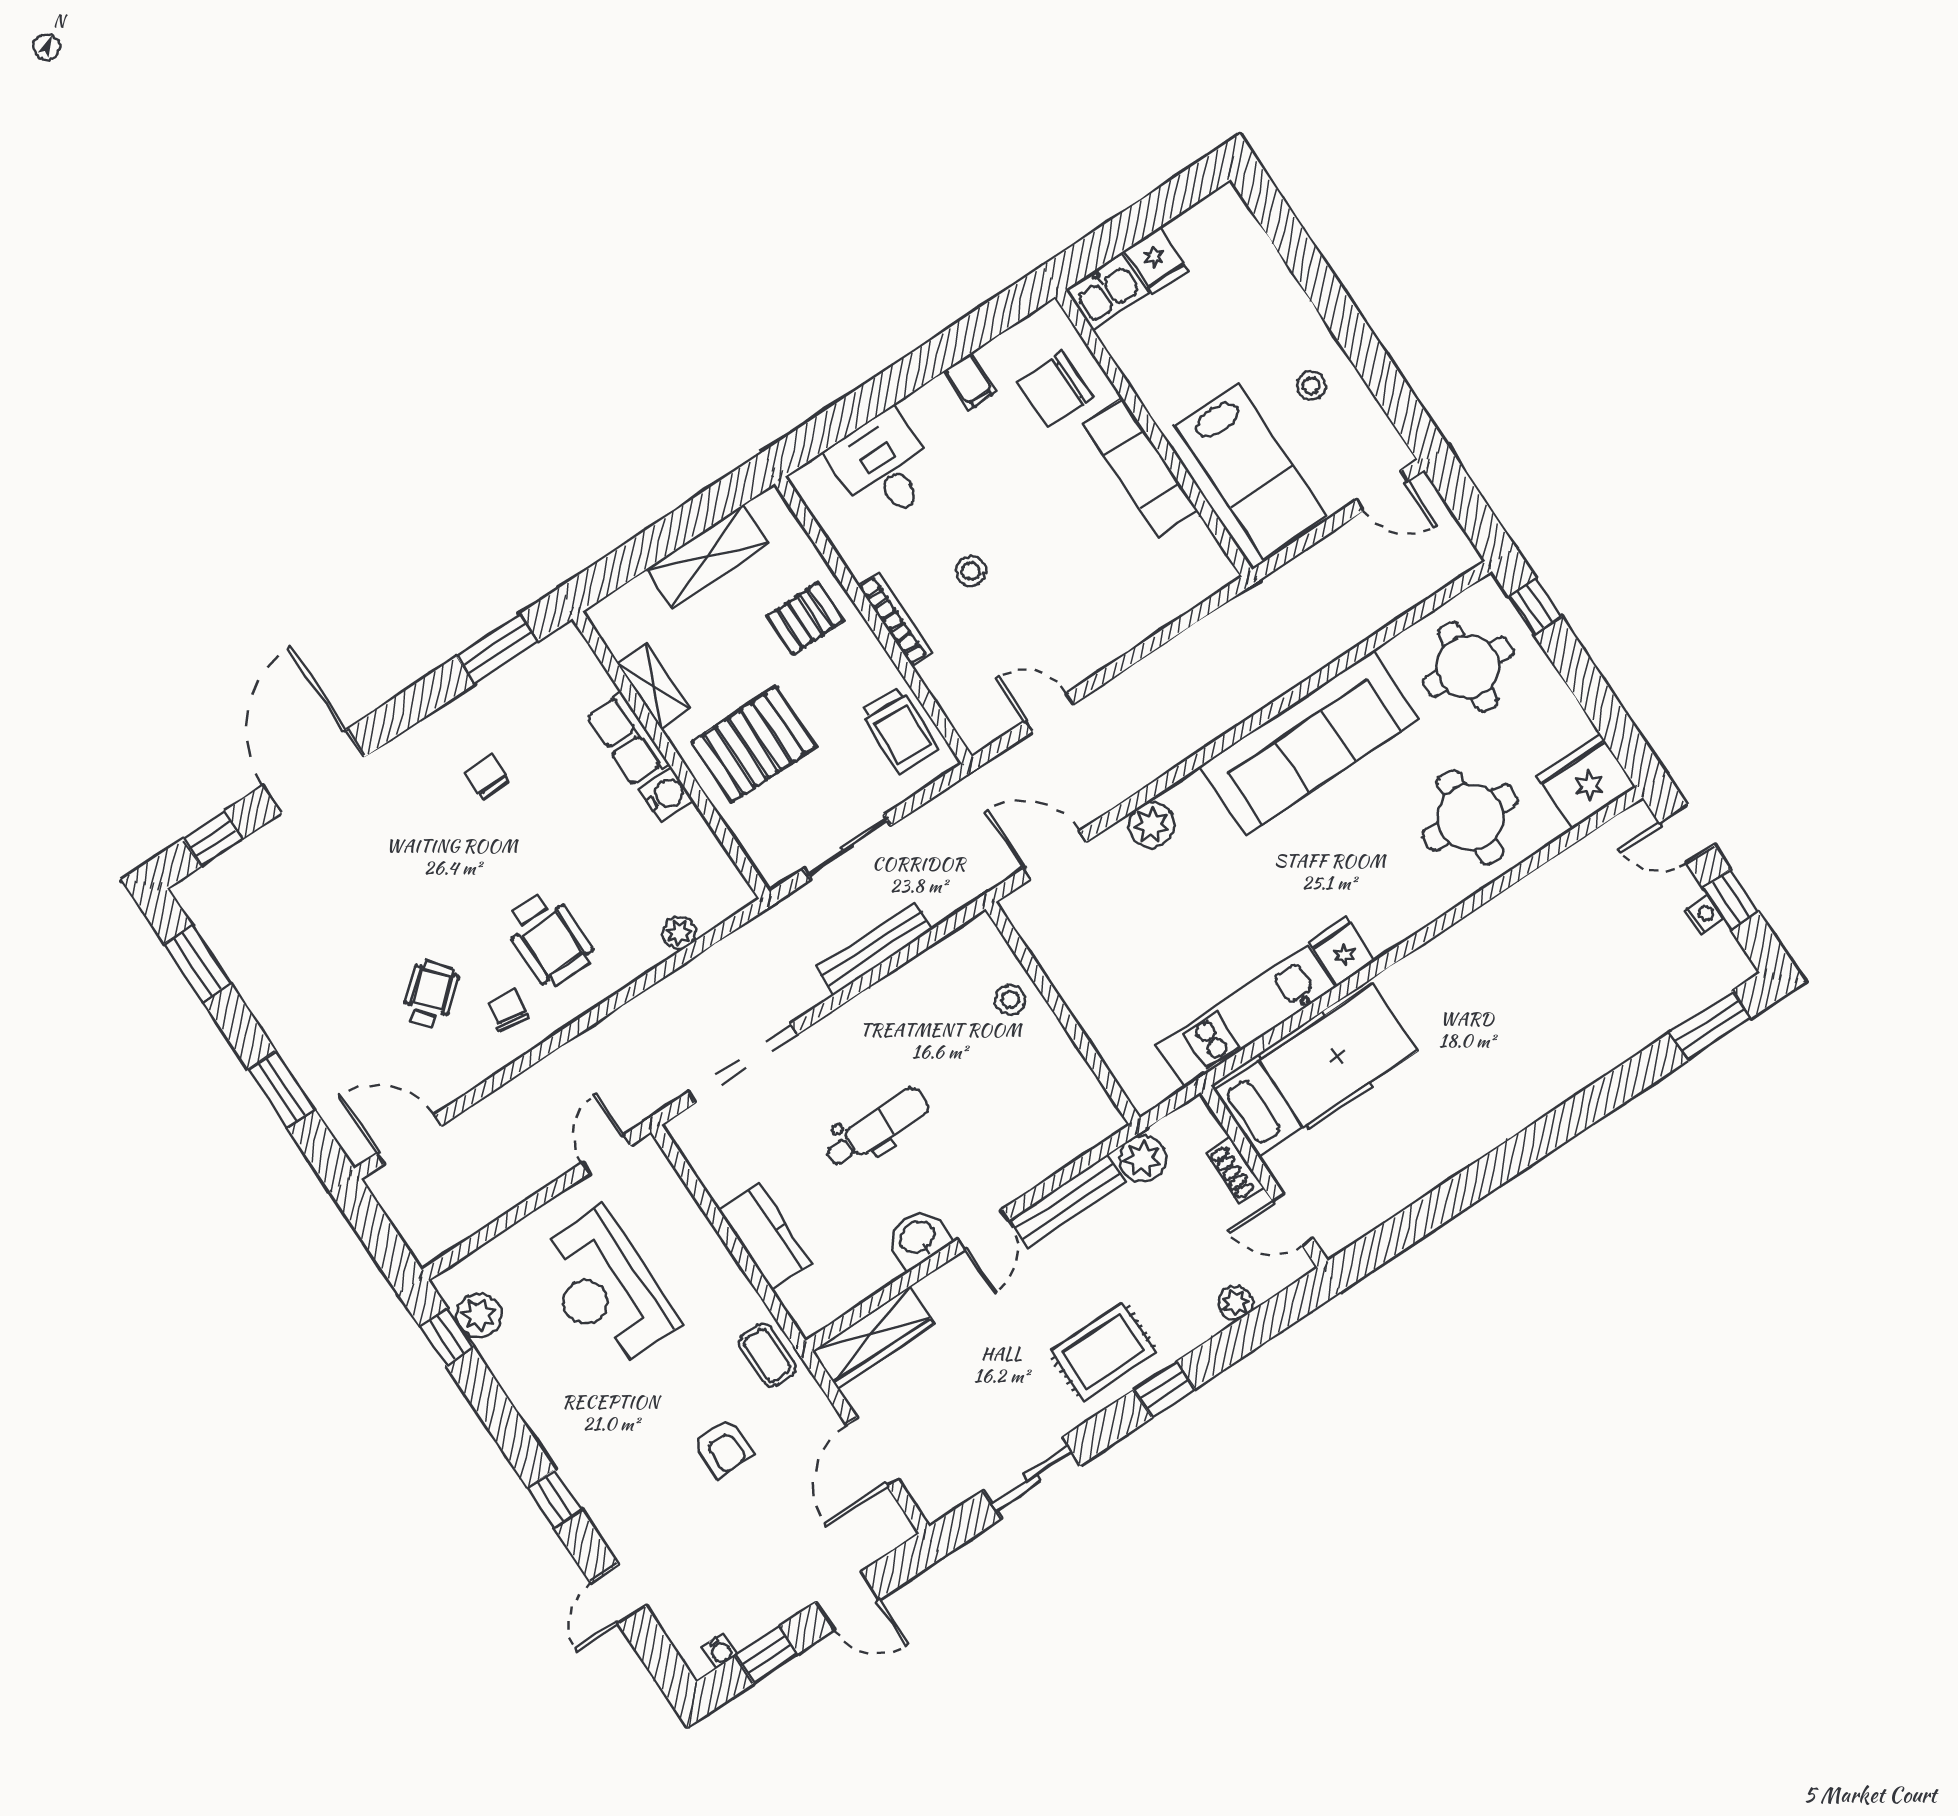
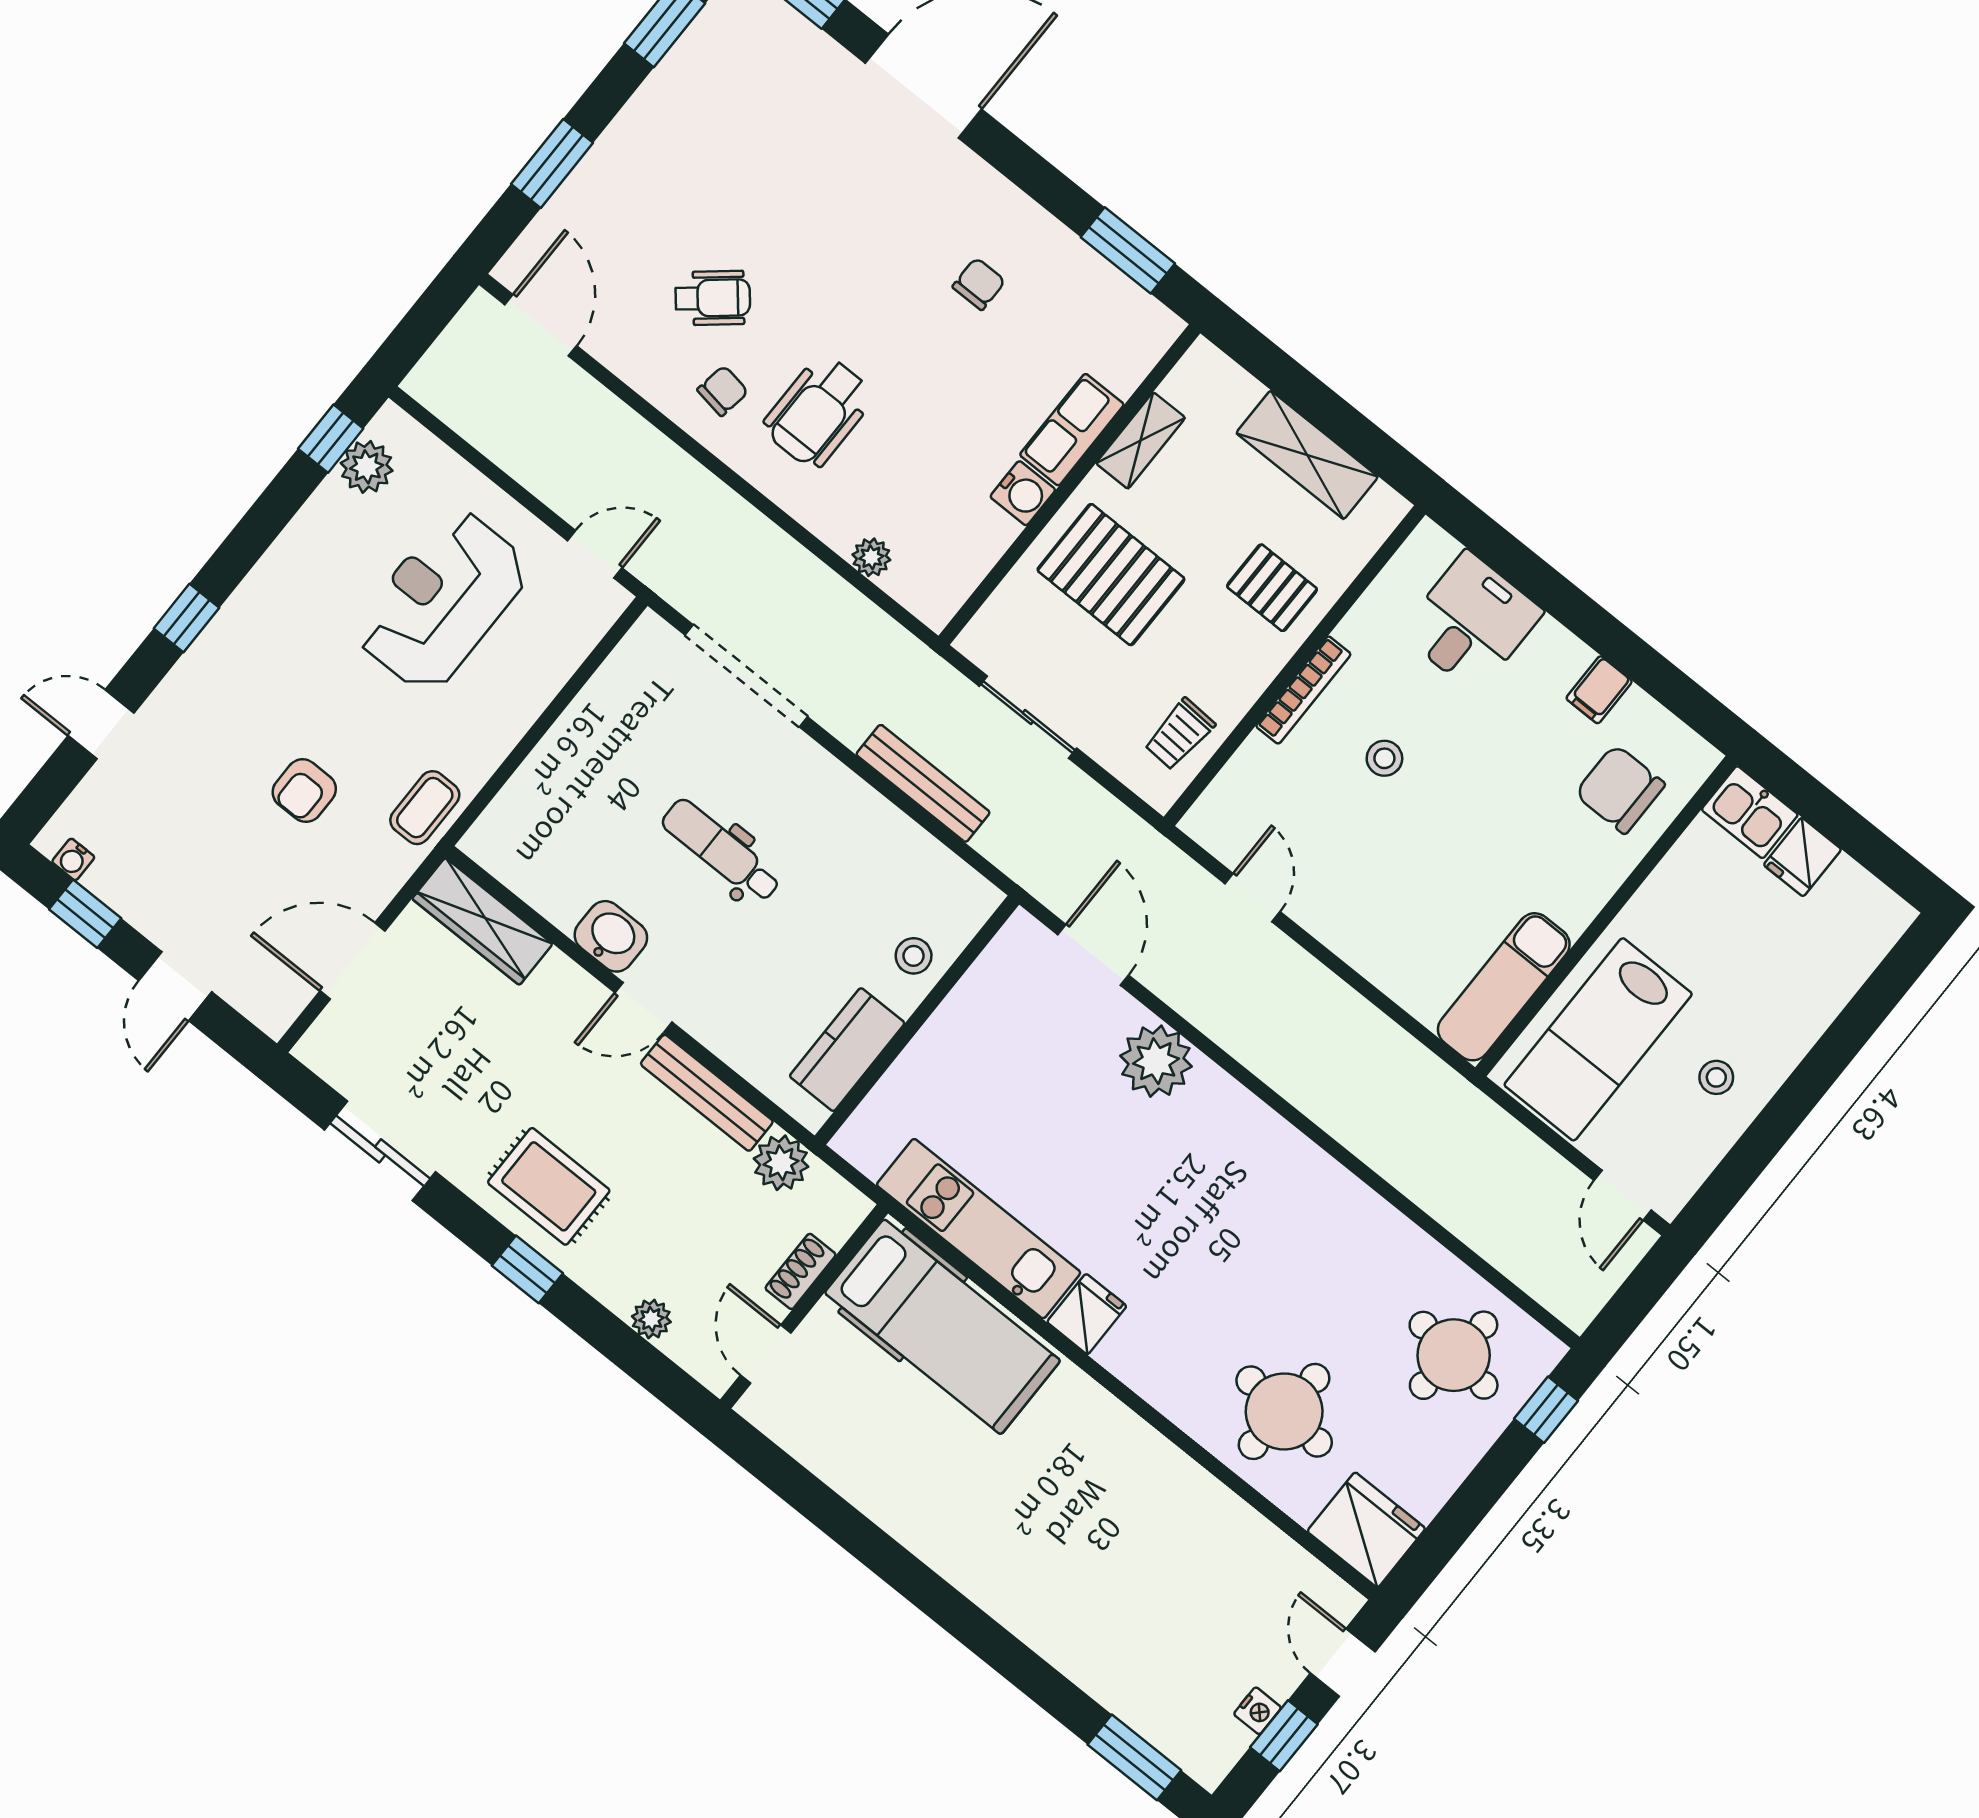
exam couch: (1141, 467) -> (1504, 987), moved
trolley: (899, 730) -> (1179, 734), width x0.73, depth x0.72
sofa: (1309, 743) -> (1311, 1202), removed
plant: (1152, 825) -> (1156, 1061), width x1.36, depth x1.36
dental chair: (877, 1128) -> (721, 851), turned 180
kitchen counter: (765, 1236) -> (847, 1050), moved, turned 180

